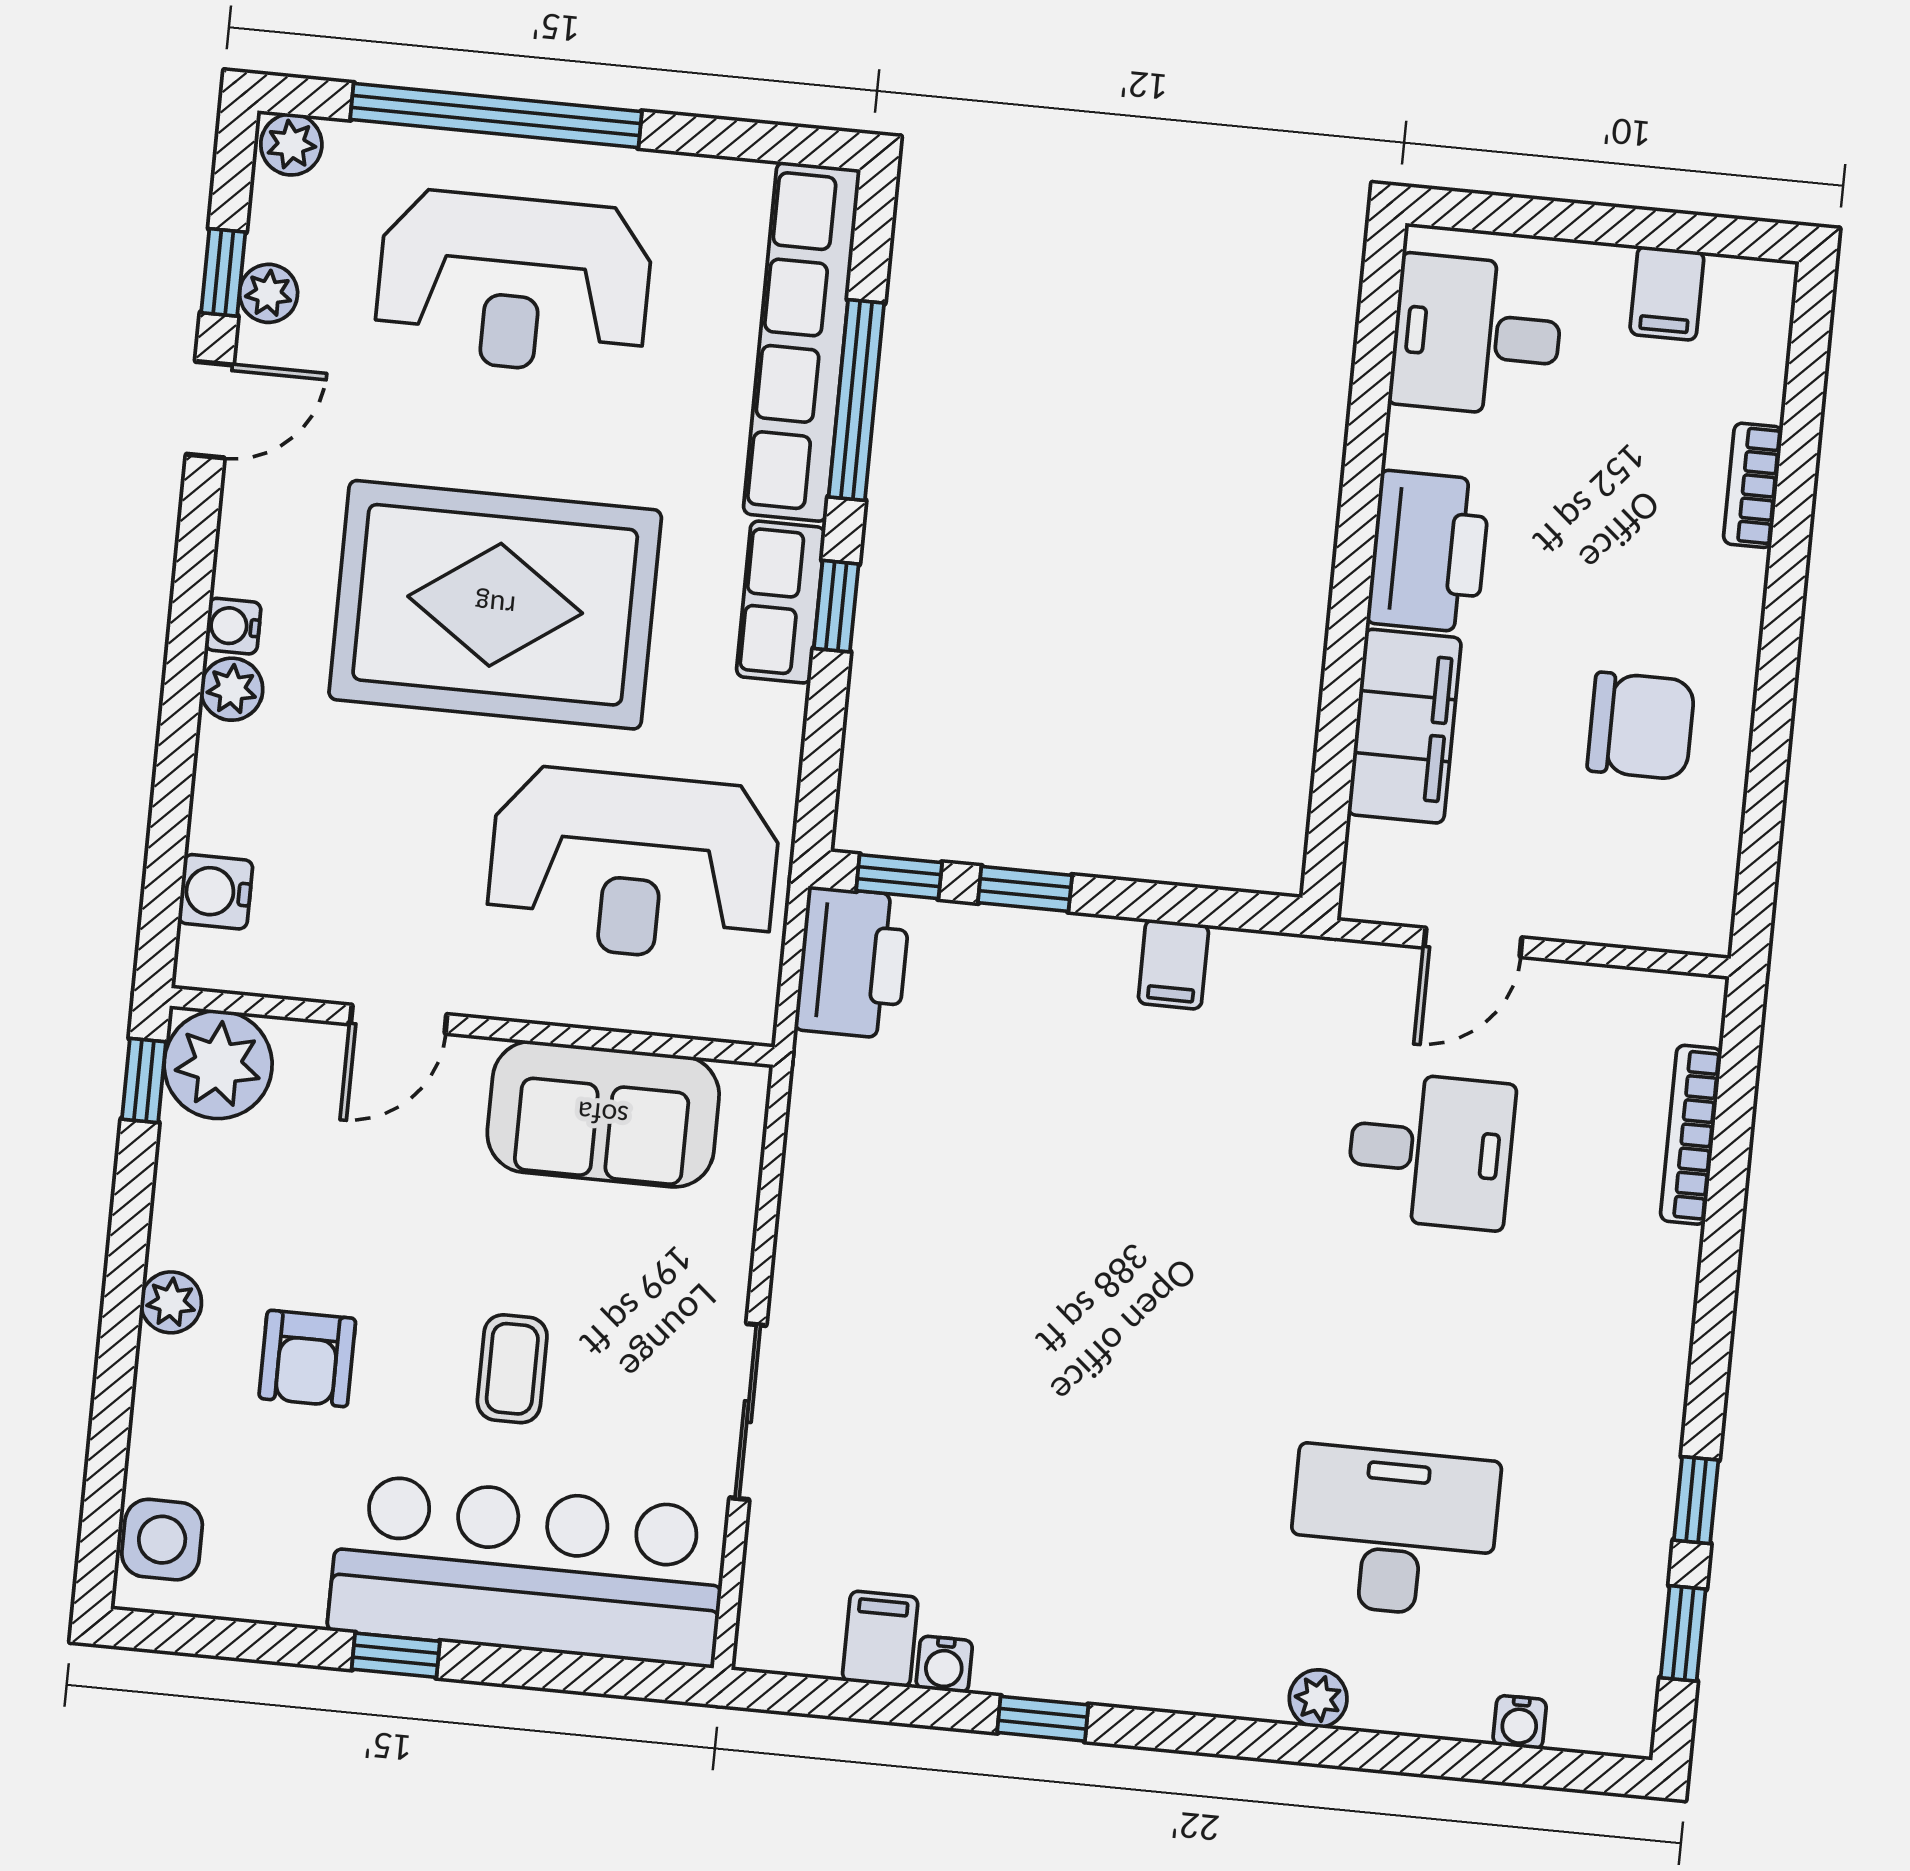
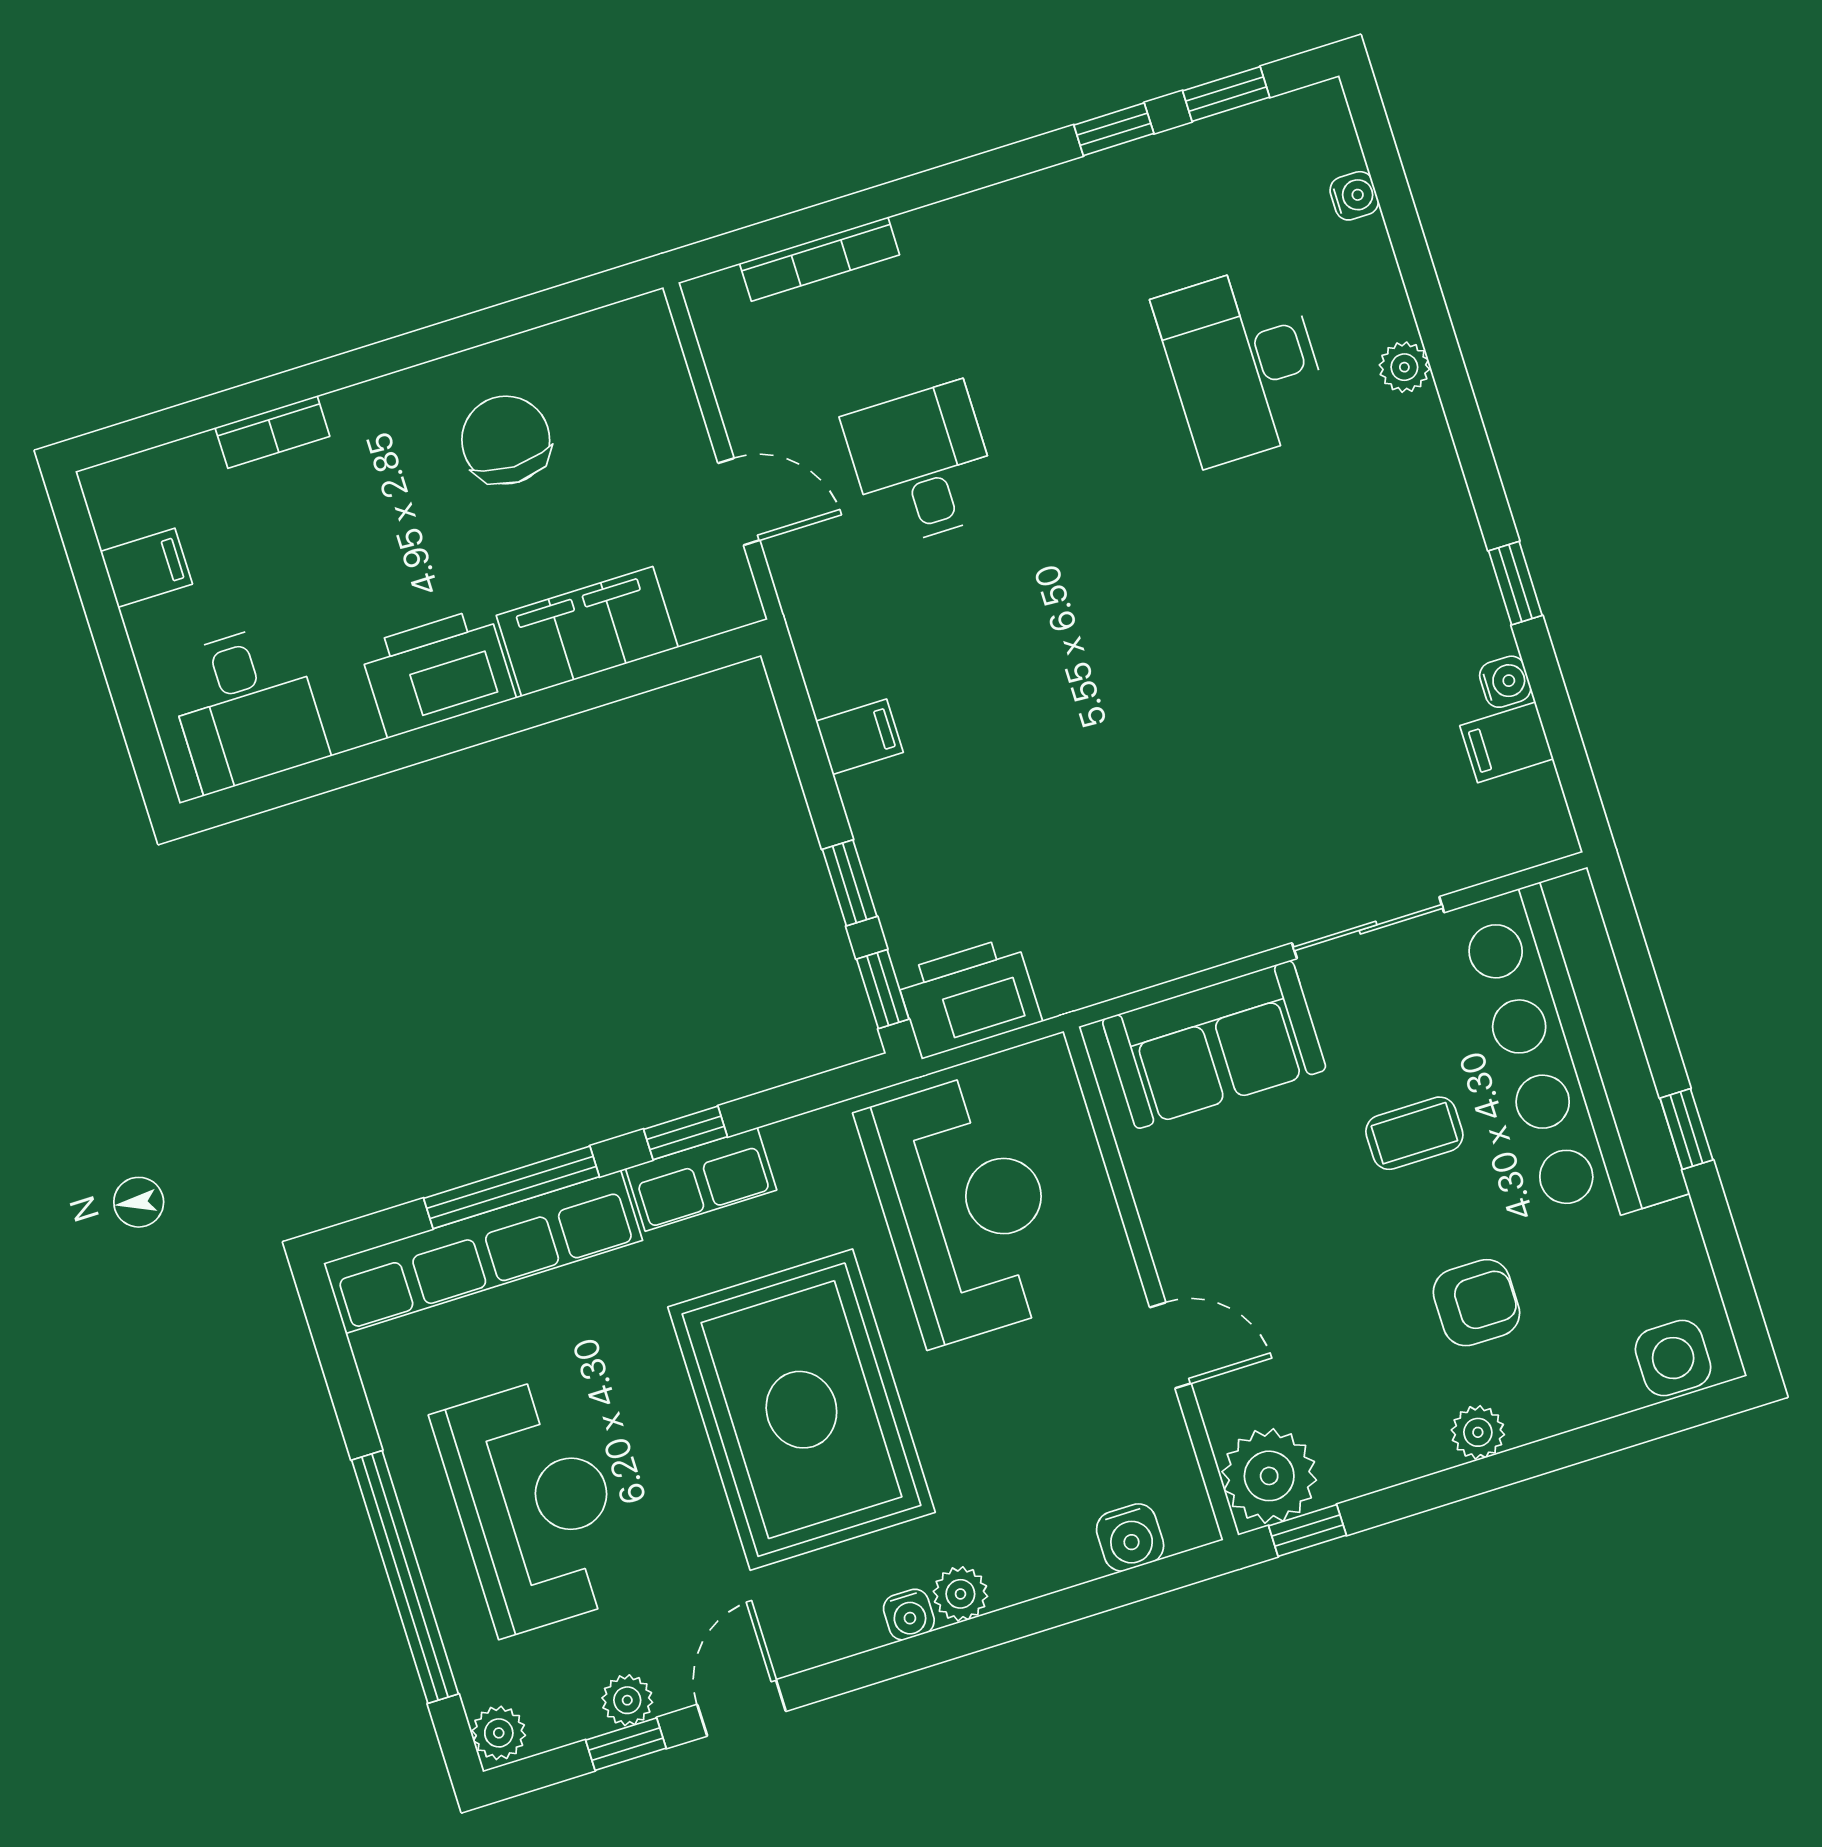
door: (210, 410) -> (742, 1708), hinge flipped
sofa: (603, 1114) -> (1214, 1045), moved, turned 90

